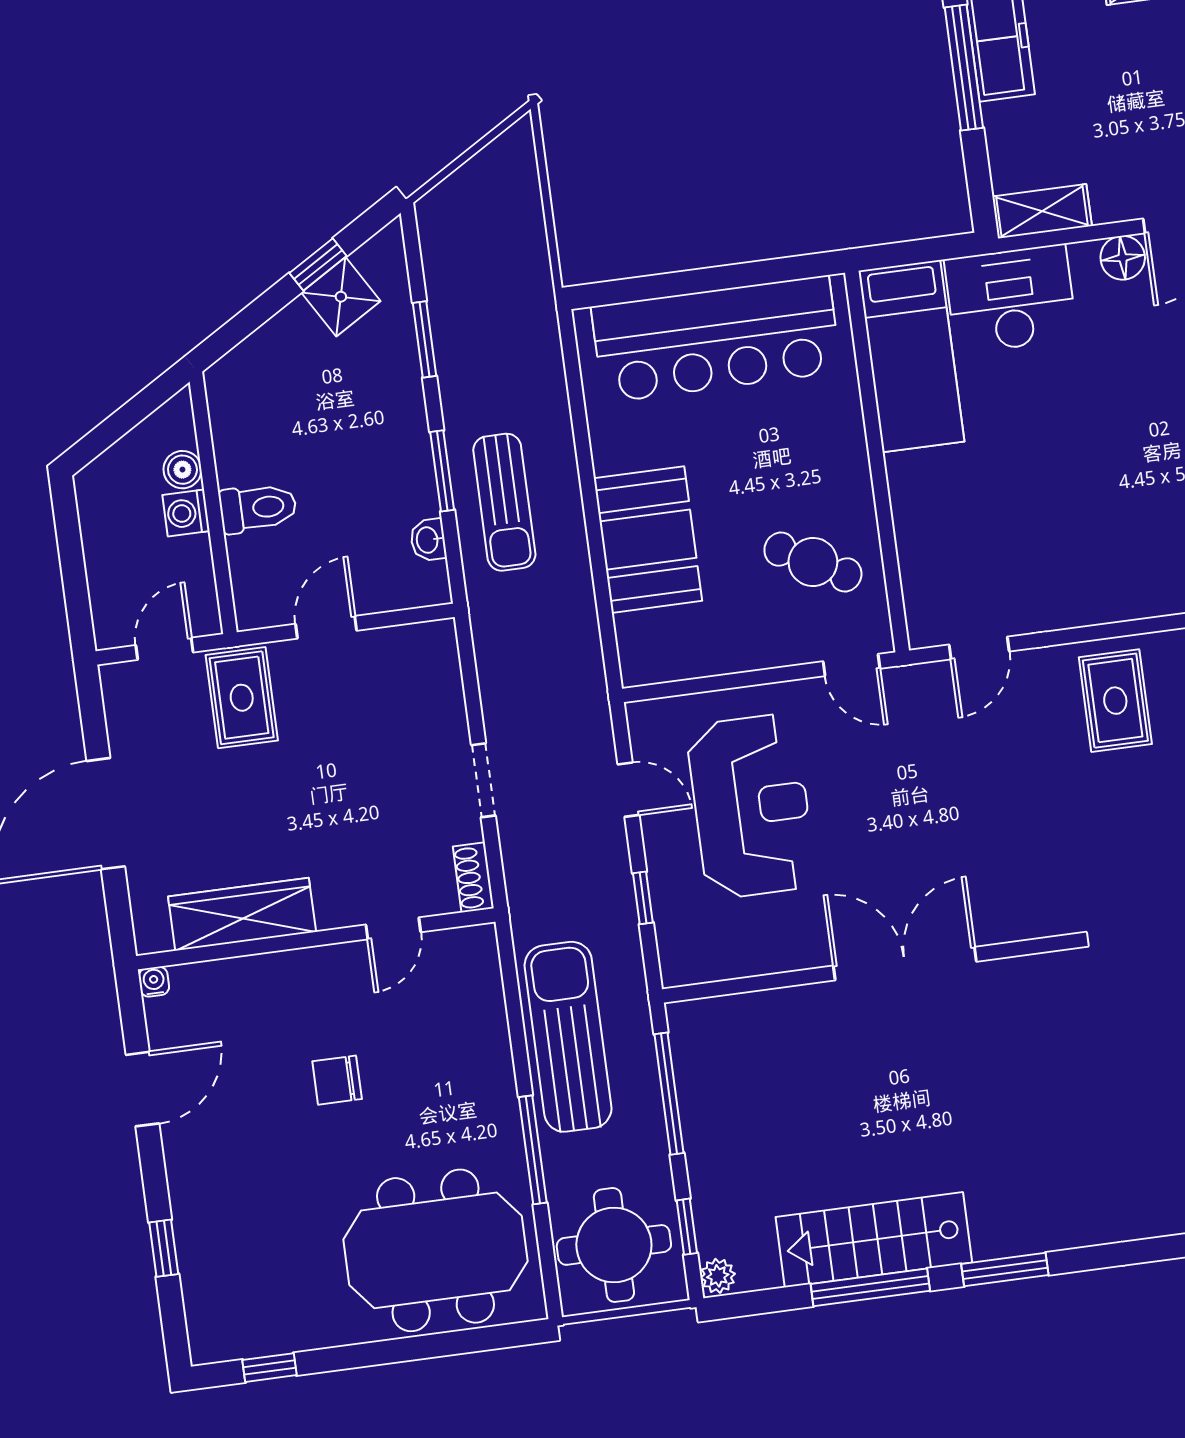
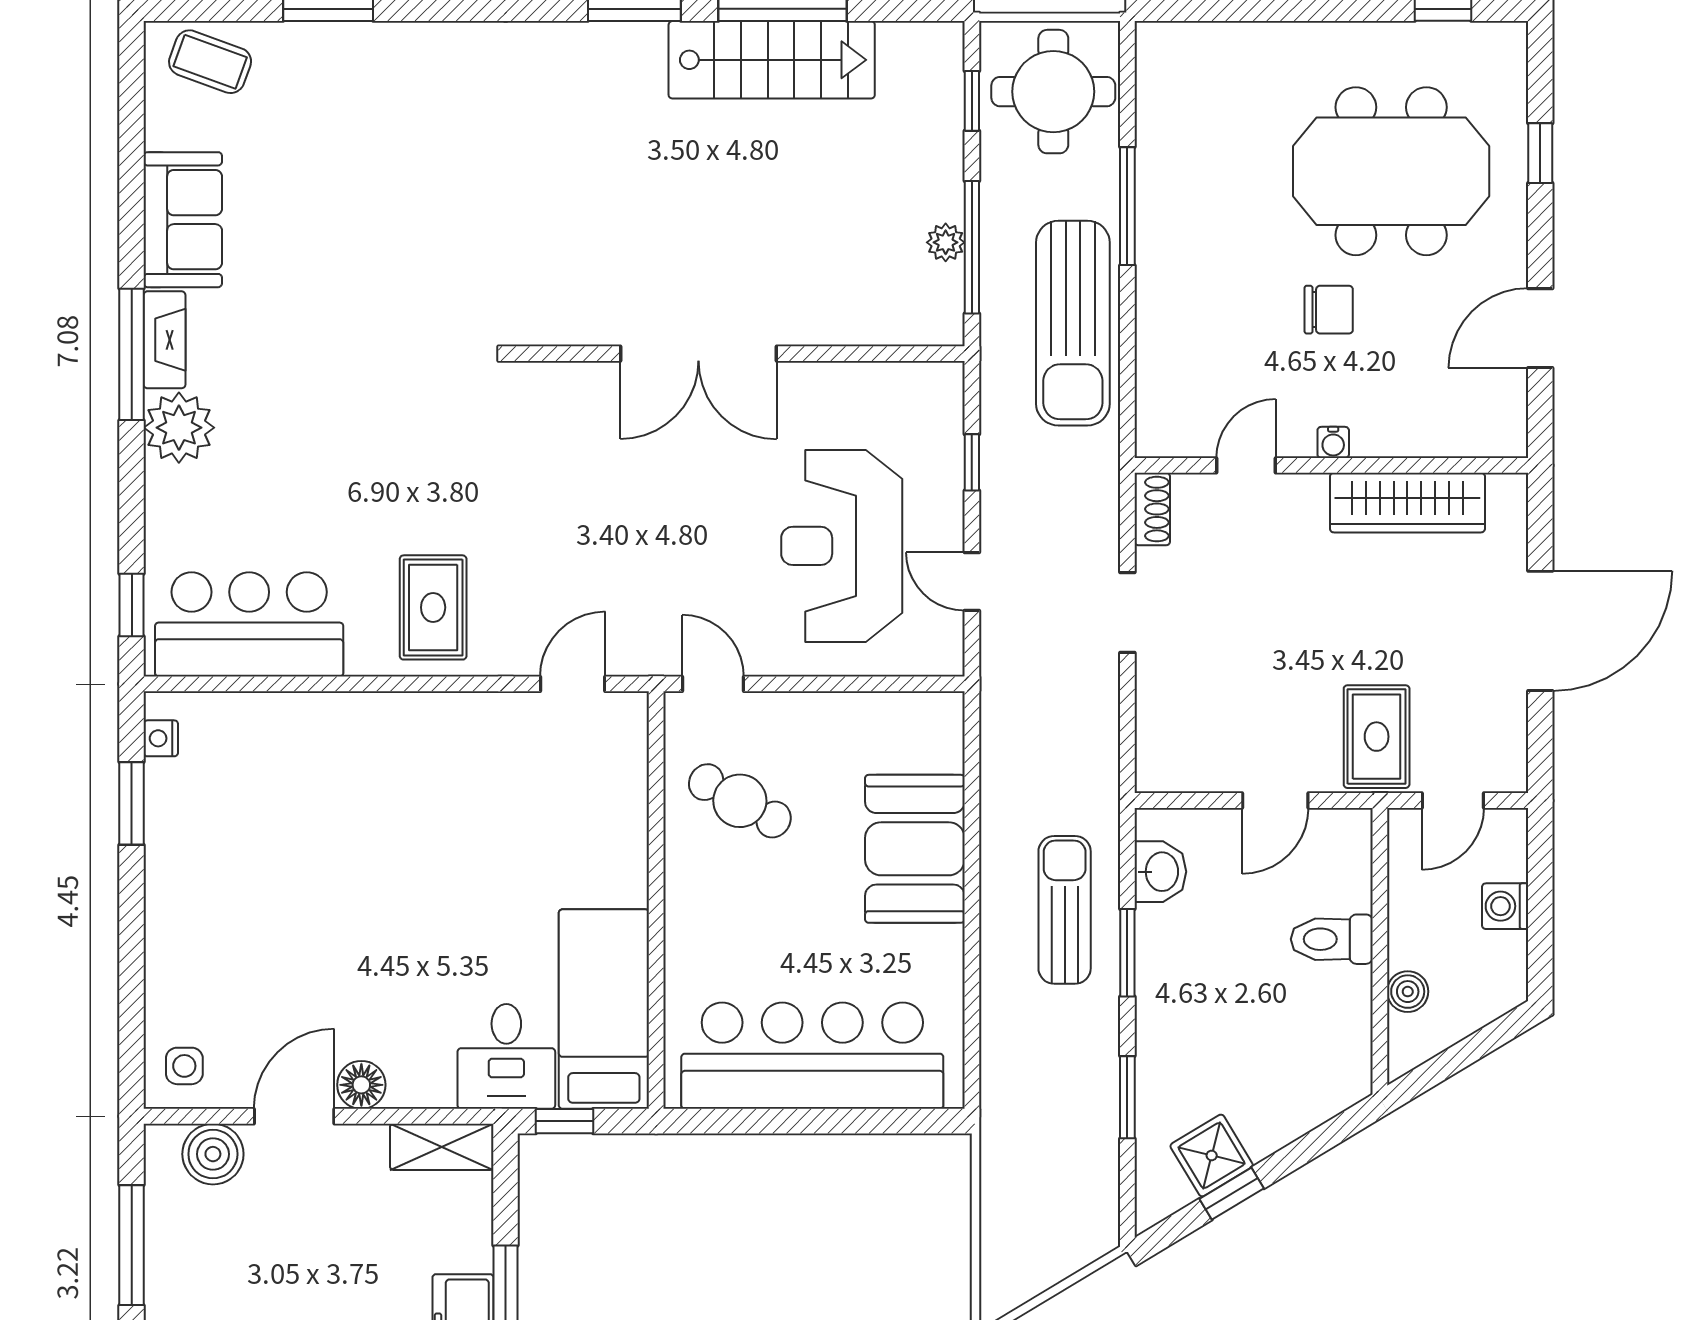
window: (933, 249) -> (565, 1121), added
desk: (1011, 299) -> (506, 1056), width x0.73
washing machine: (186, 513) -> (1505, 906), moved, turned 180
washbasin: (428, 540) -> (1160, 872), width x1.38, depth x1.45
water cooler: (154, 982) -> (1333, 442), moved
meeting table: (435, 1250) -> (1391, 171), moved
plant: (718, 1276) -> (946, 242), moved

